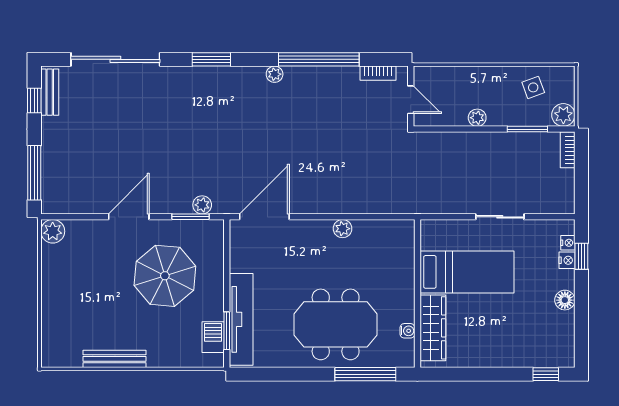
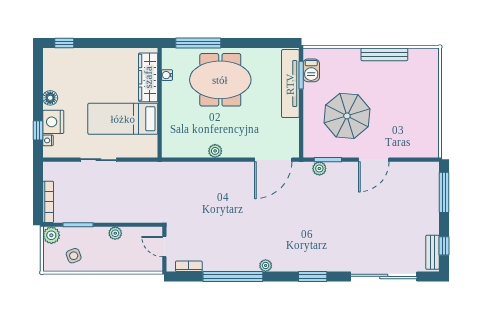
bookcase: (568, 150) -> (48, 202), width x1.56
plant: (53, 231) -> (430, 149), removed
nightstand: (567, 260) -> (53, 122), width x1.89, depth x1.79

